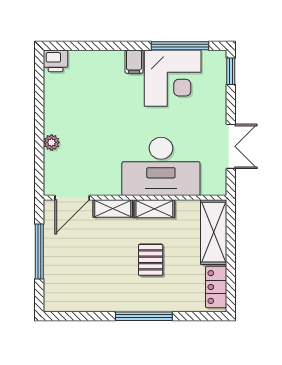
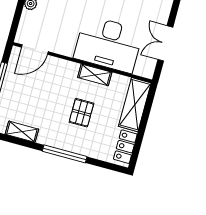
double door: (231, 146) -> (165, 43), swing flipped
shelving: (113, 209) -> (22, 132), moved

